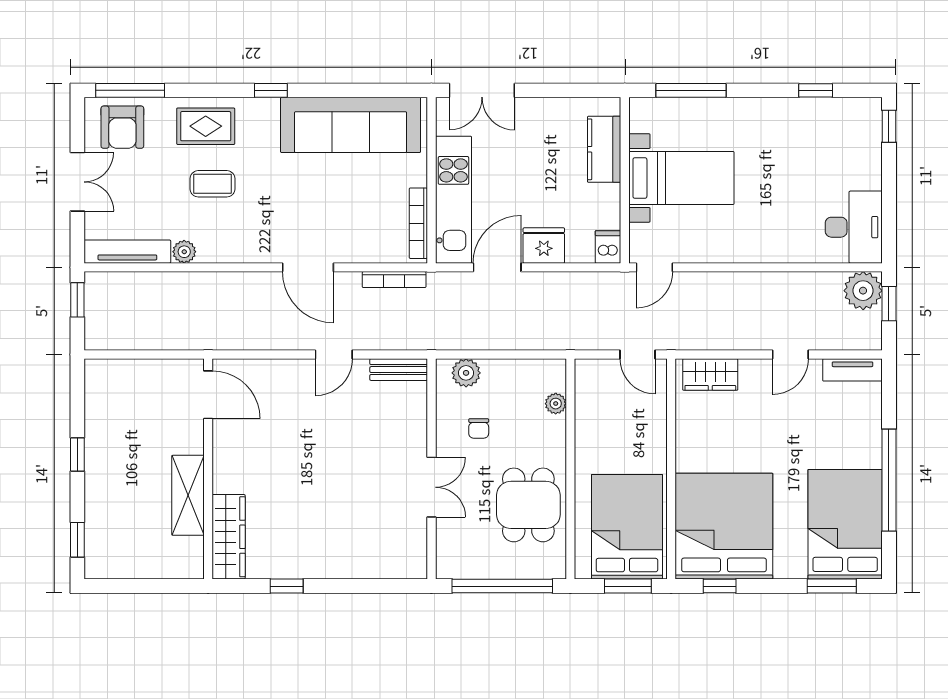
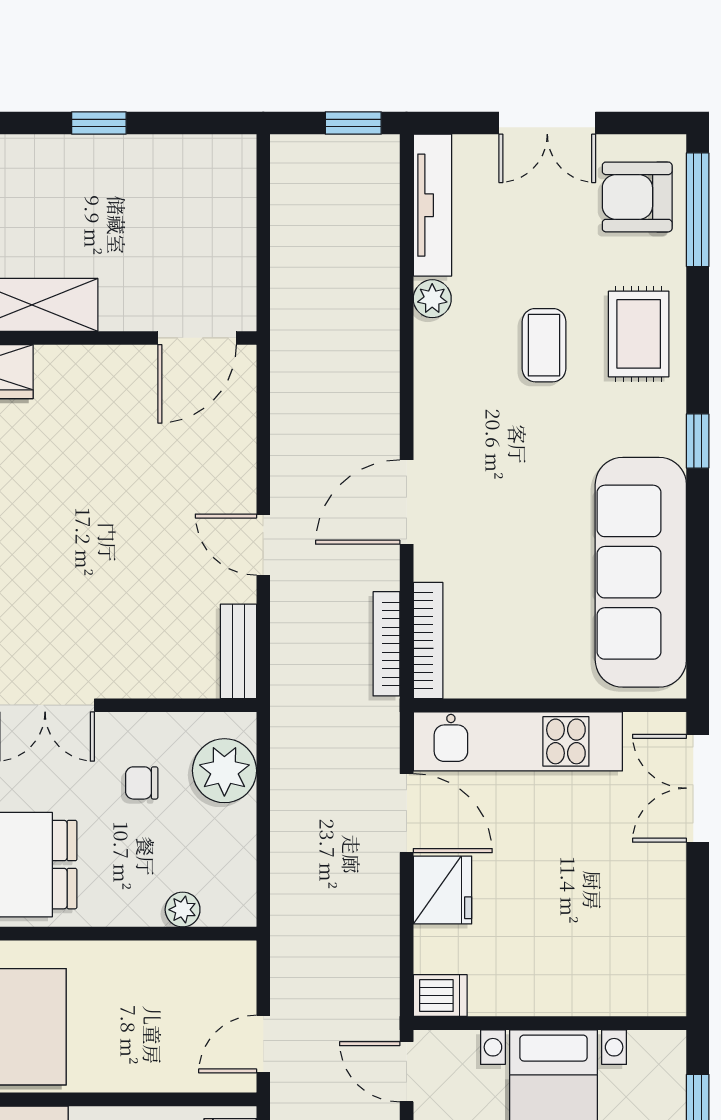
kitchen counter: (604, 149) -> (601, 989), removed
bookcase: (418, 223) -> (428, 640), moved, turned 90
plant: (466, 373) -> (224, 771), width x1.36, depth x1.36

